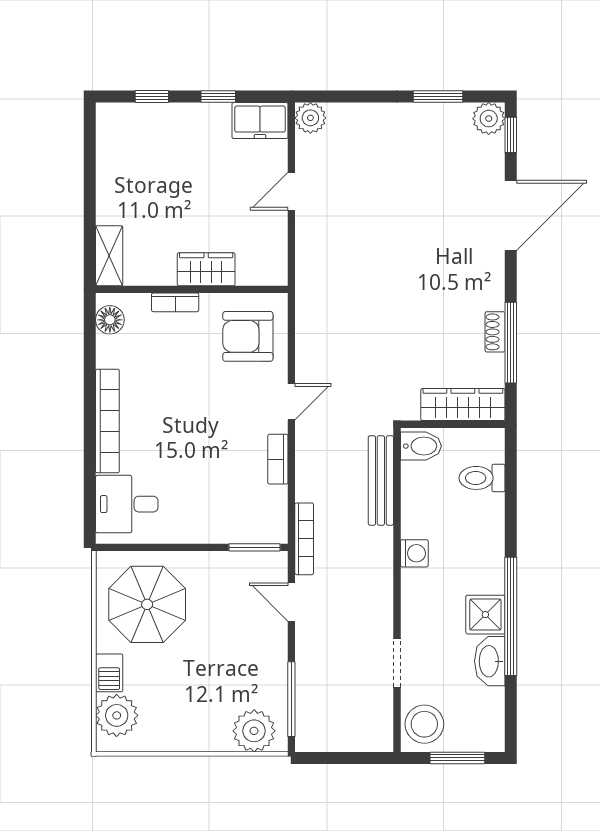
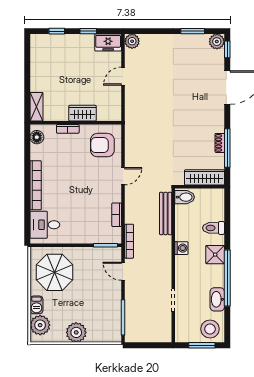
bookcase: (278, 459) -> (117, 215), moved
toilet: (482, 478) -> (214, 228), moved
shower: (485, 615) -> (215, 255), moved
stool: (424, 724) -> (210, 329), moved
plant: (254, 731) -> (76, 332), moved

